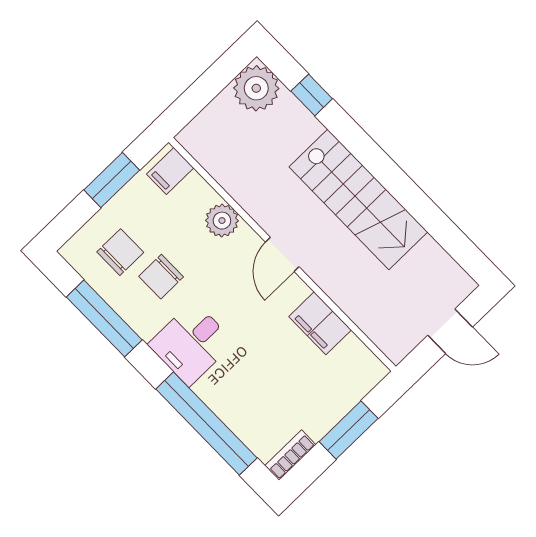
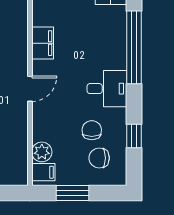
plant: (222, 221) -> (42, 152), moved
chair: (161, 277) -> (92, 130), turned -90
window: (104, 318) -> (134, 136), width x0.46

